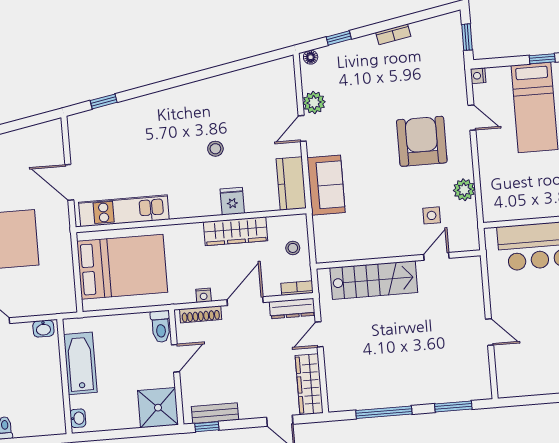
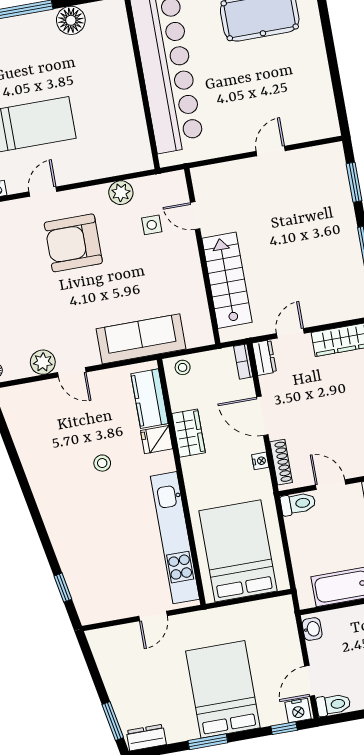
door: (69, 182) -> (153, 616), width x0.73
kitchen counter: (291, 184) -> (150, 399), moved, turned 90
sofa: (326, 185) -> (141, 339), width x1.36
kitchen unit: (124, 211) -> (175, 538), width x1.36
wardrobe: (236, 231) -> (189, 433), width x0.67
stool: (293, 248) -> (183, 367), moved
dresser: (292, 309) -> (264, 358), width x0.70
door: (319, 334) -> (290, 333), swing flipped

